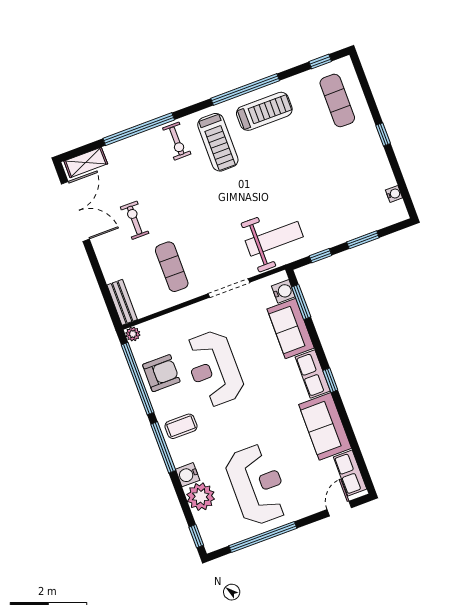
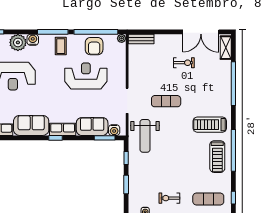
exercise bike: (177, 141) -> (169, 198), moved
exercise mat: (172, 267) -> (166, 101), moved

